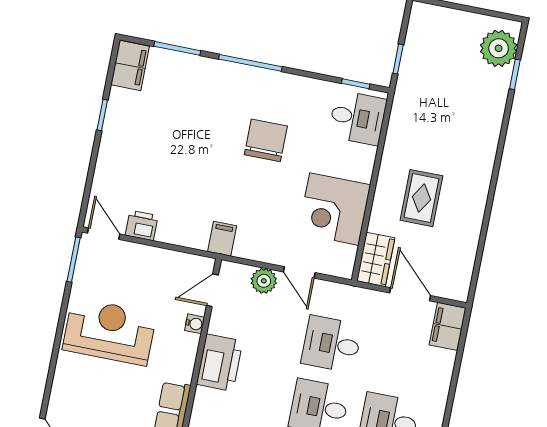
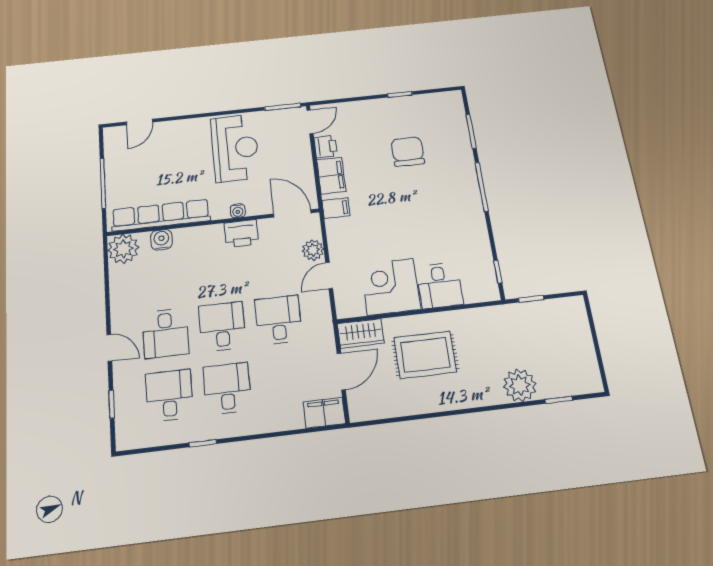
plant: (499, 48) -> (520, 385), moved
filing cabinet: (130, 66) -> (331, 175), moved, turned -90
desk: (358, 118) -> (440, 285), moved
chair: (266, 140) -> (408, 152), moved, turned -90
rug: (421, 198) -> (425, 355), width x1.36, depth x1.43
door: (212, 290) -> (292, 213), width x1.38
water cooler: (195, 324) -> (238, 211), moved
printer: (220, 363) -> (241, 233), width x0.73, depth x0.84

